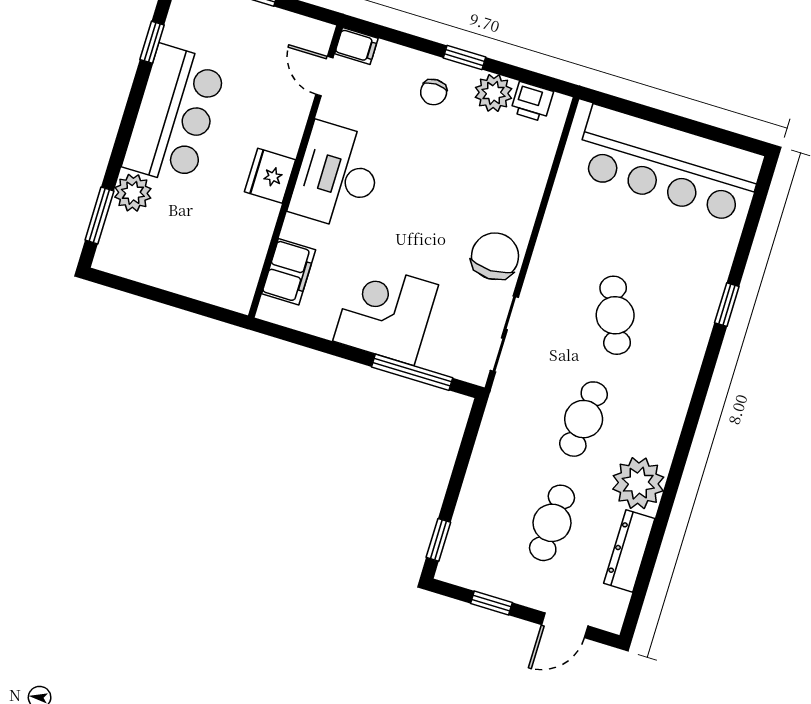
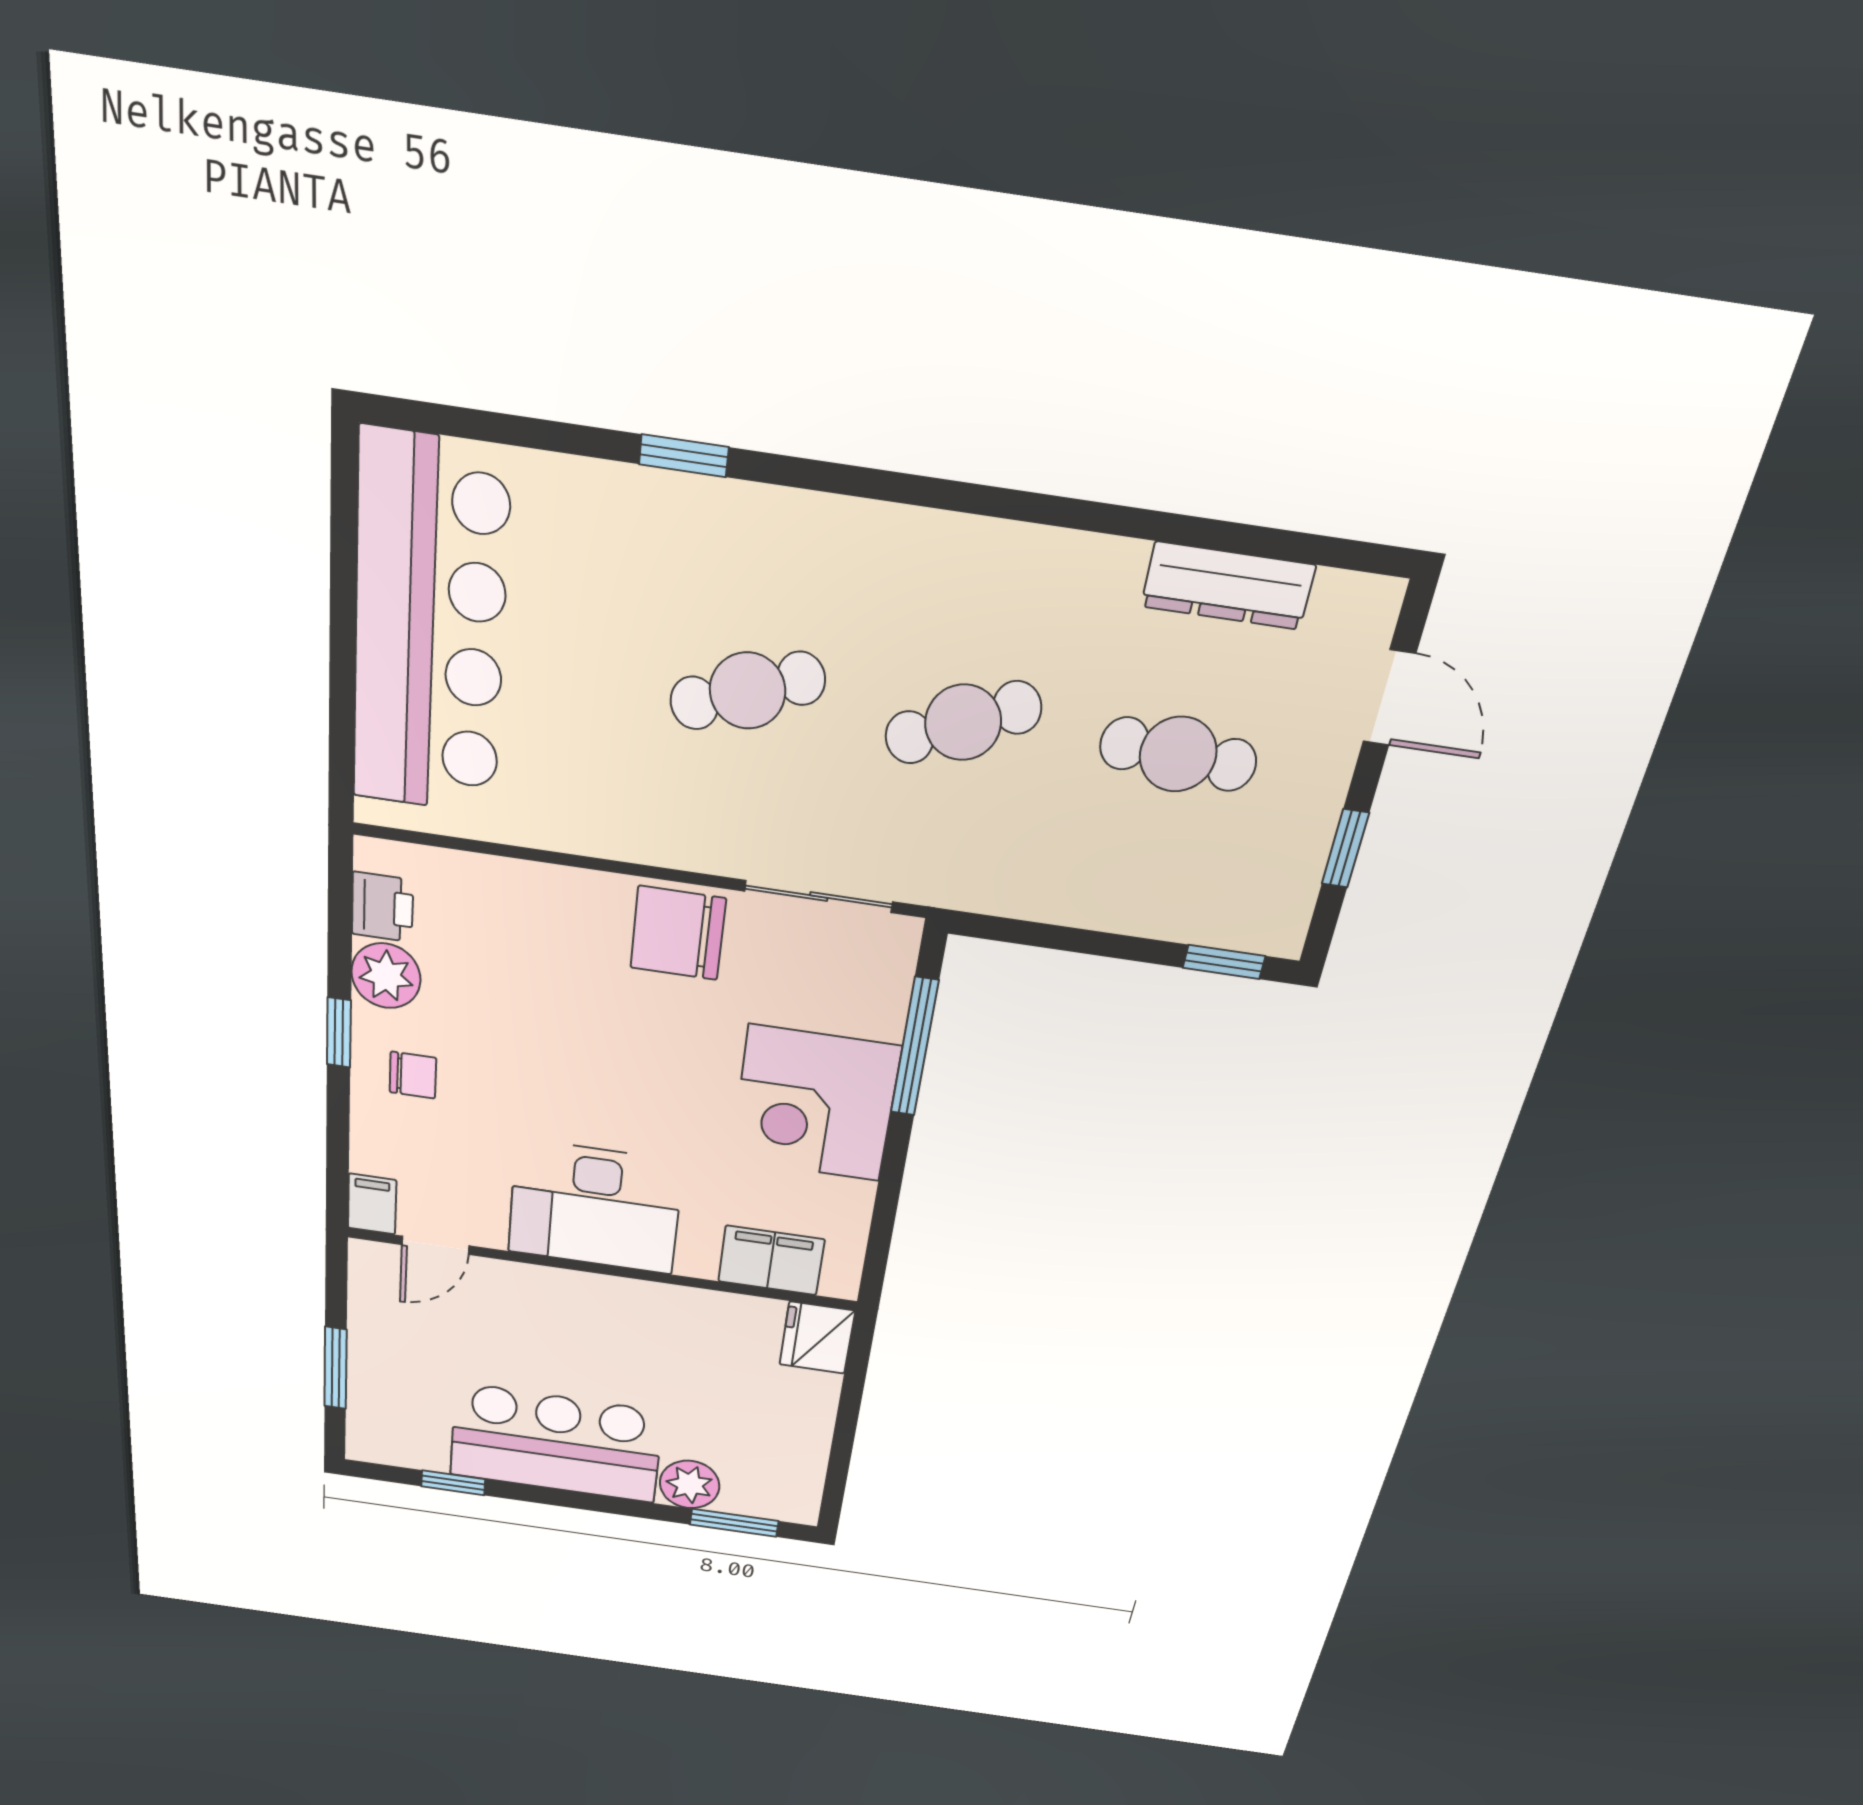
fridge: (270, 176) -> (817, 1338), moved, turned 90
cafe table: (584, 419) -> (963, 722), turned -30
plant: (638, 483) -> (1083, 589), removed

